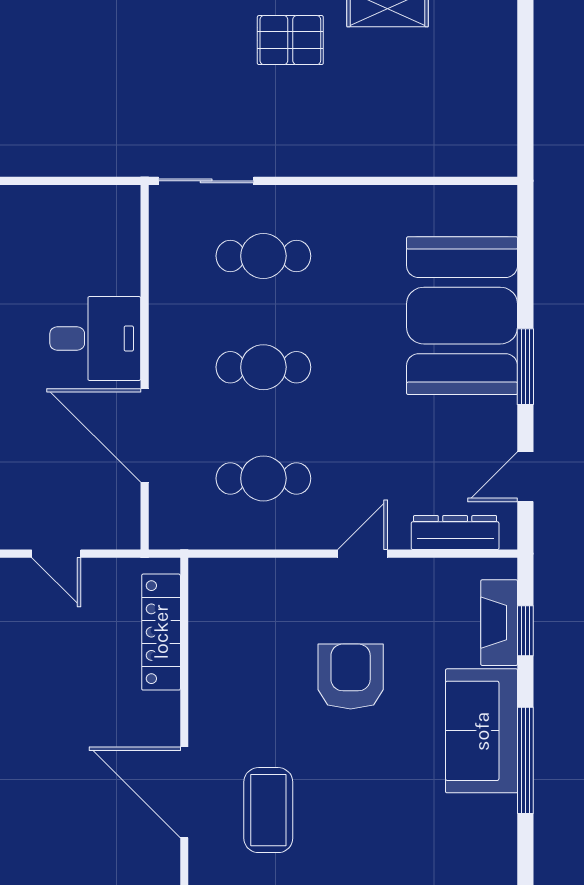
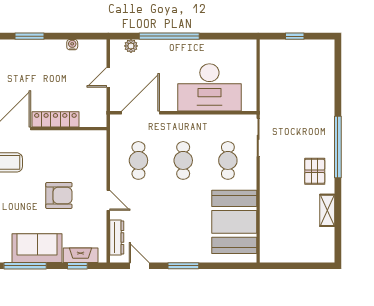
booth: (462, 316) -> (234, 222), moved, turned 90
desk: (95, 338) -> (209, 87), width x1.87, depth x1.30
door: (145, 435) -> (140, 113), moved
locker: (161, 632) -> (55, 119), moved

